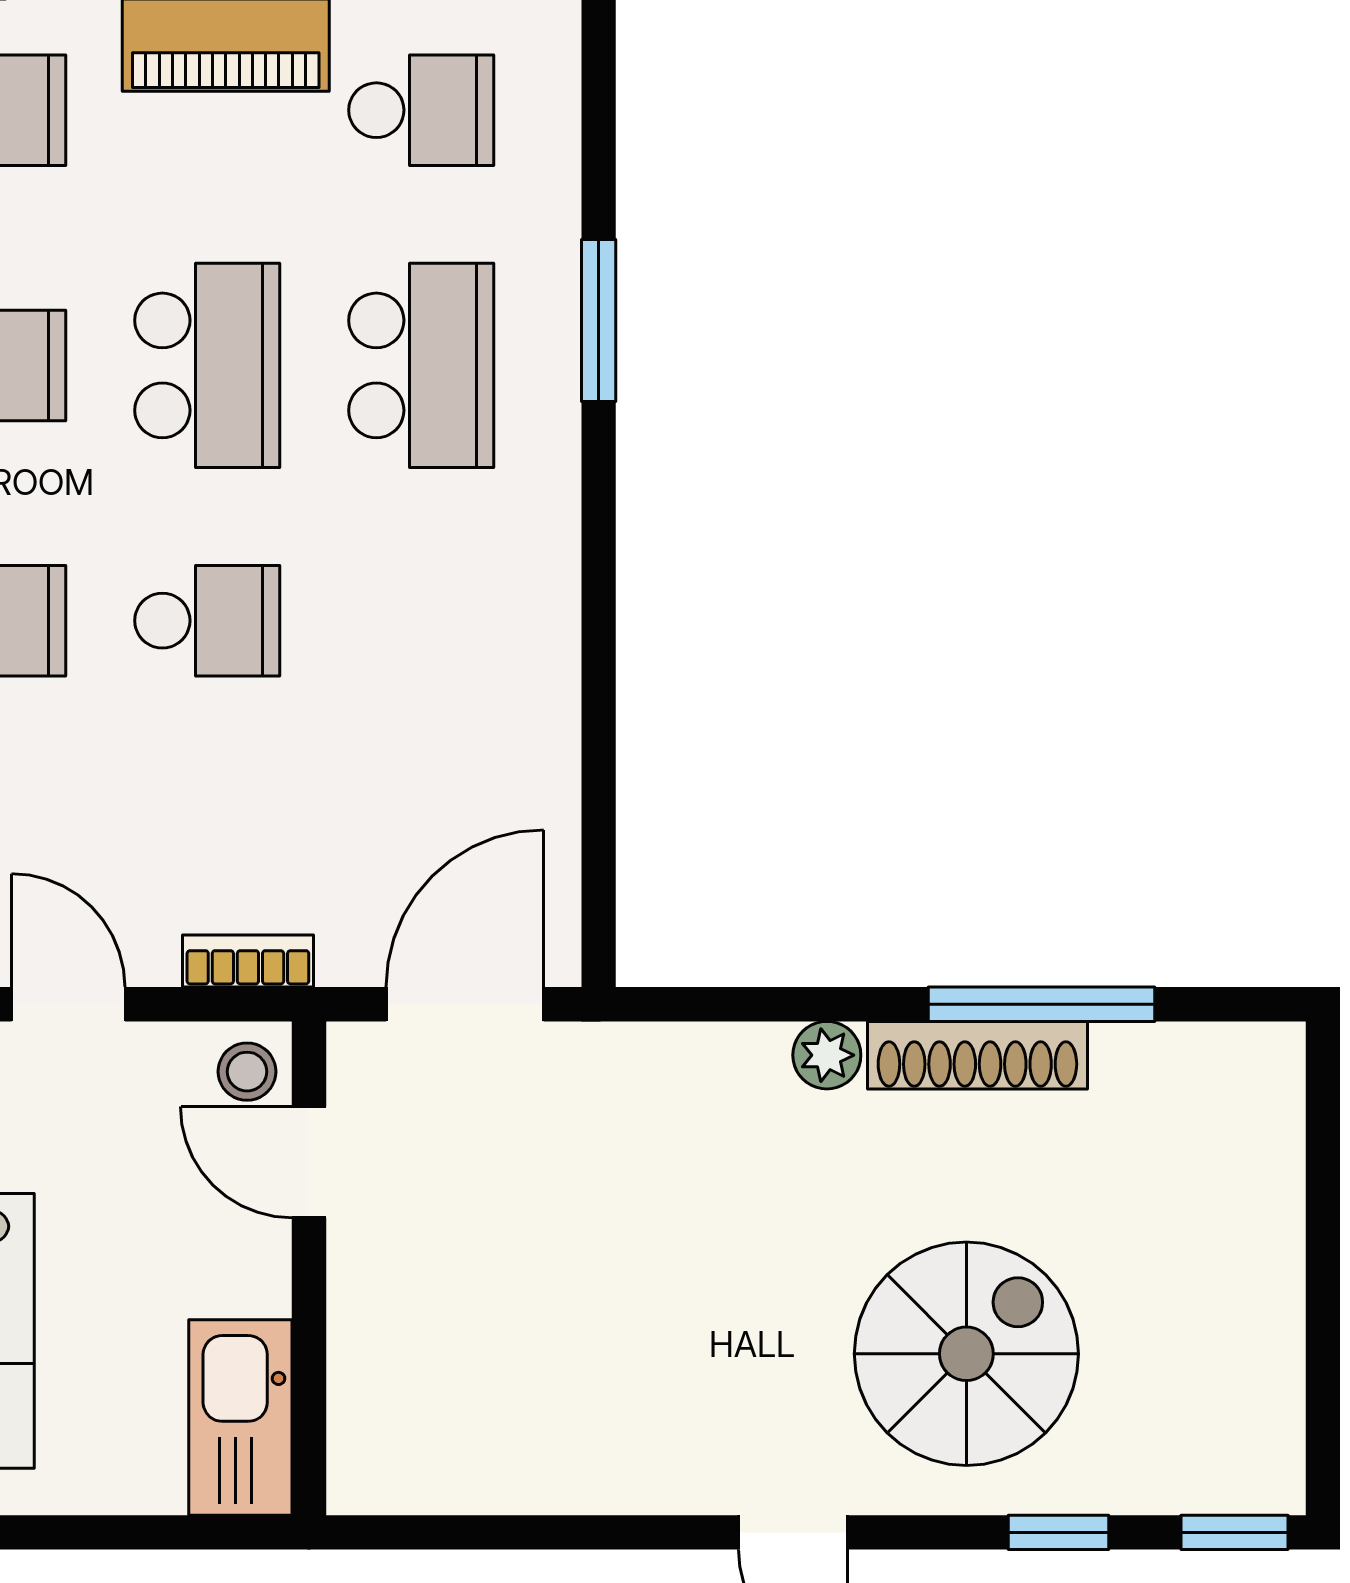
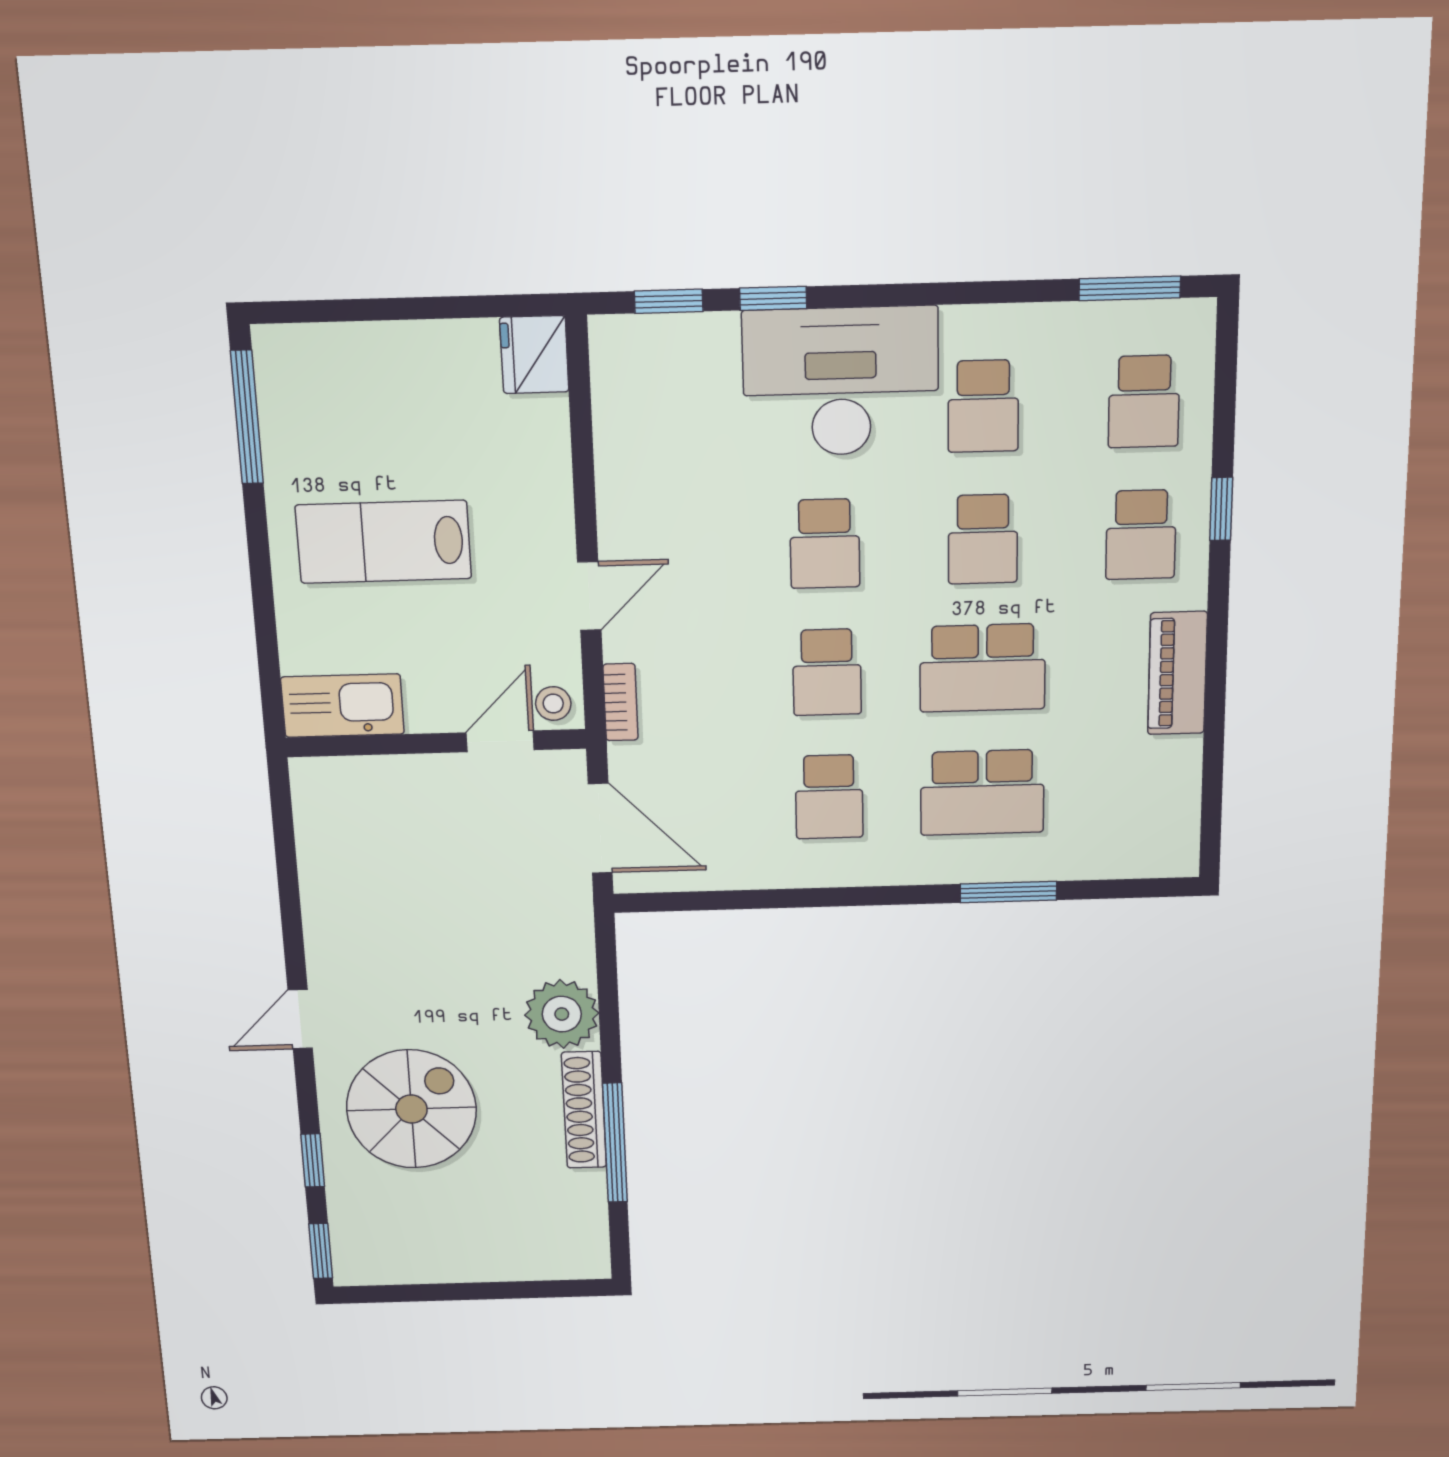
school desk: (421, 110) -> (829, 797), moved
plant: (827, 1055) -> (562, 1014), width x1.88, depth x1.88
spiral stairs: (966, 1354) -> (411, 1109), turned -90

